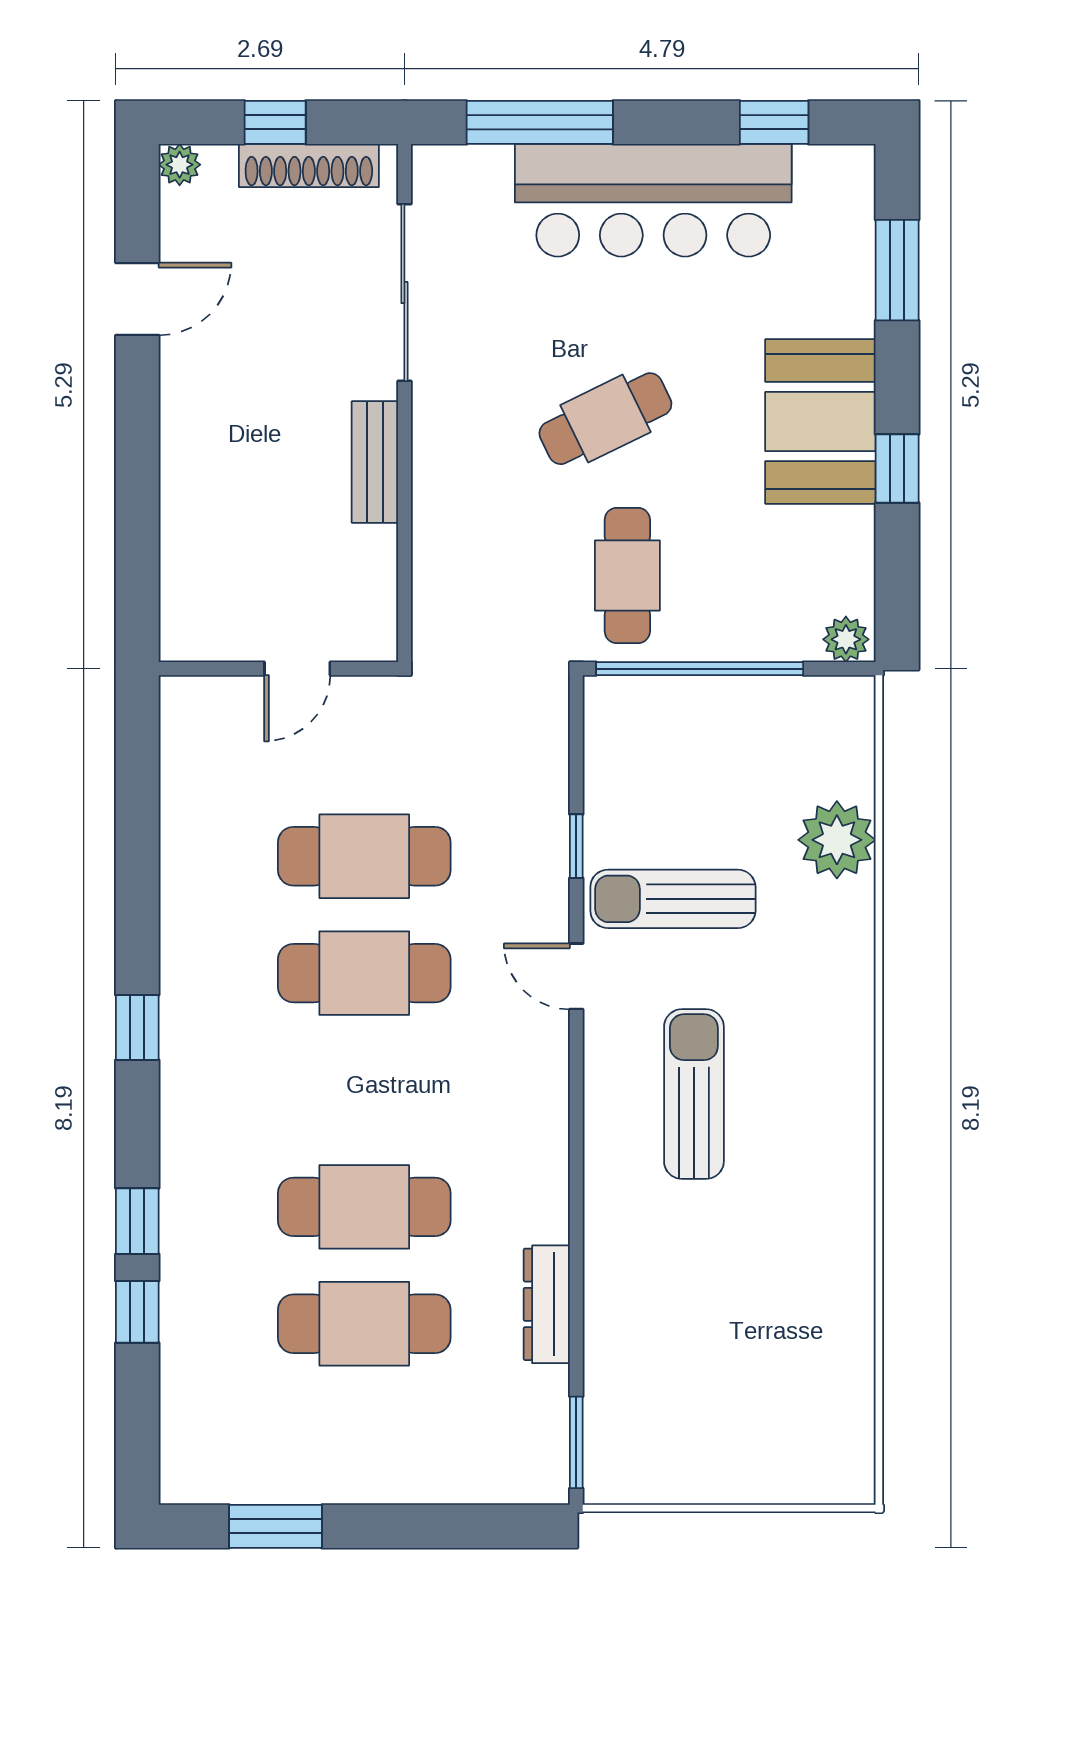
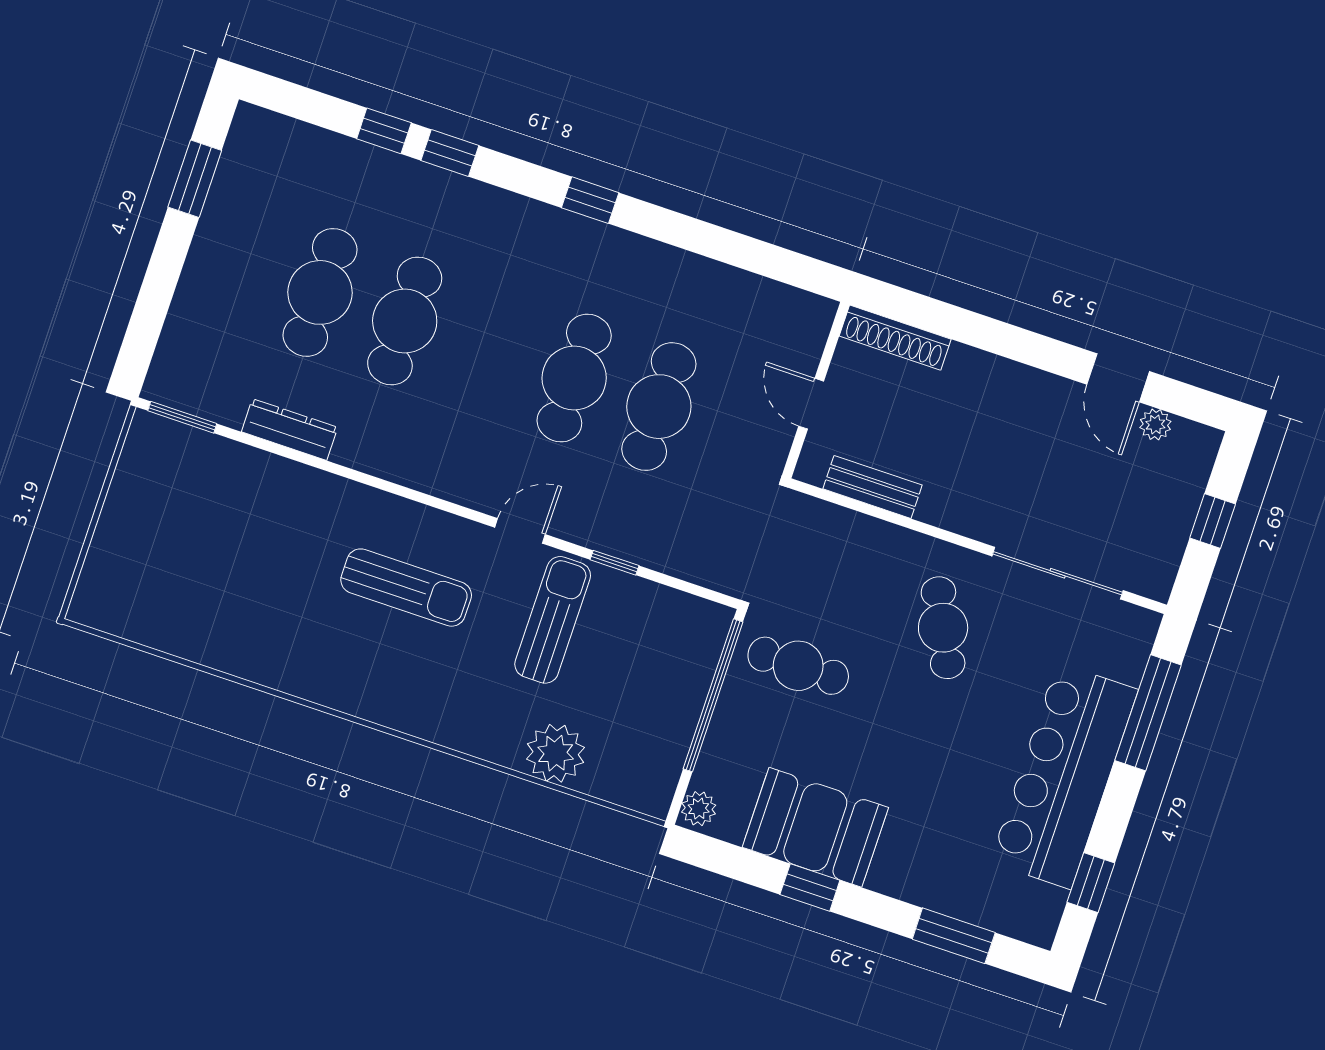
plant: (180, 165) -> (1155, 425), moved
shoe rack: (309, 165) -> (895, 338), moved, turned -90
cafe table: (605, 419) -> (943, 628), moved
booth: (820, 422) -> (815, 827), moved
bench: (375, 462) -> (873, 487), moved

